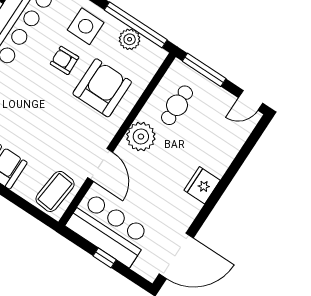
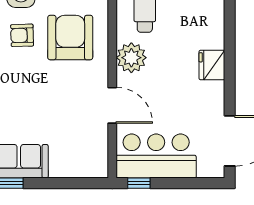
coffee table: (55, 191) -> (88, 154), removed
window: (105, 258) -> (139, 183), moved

